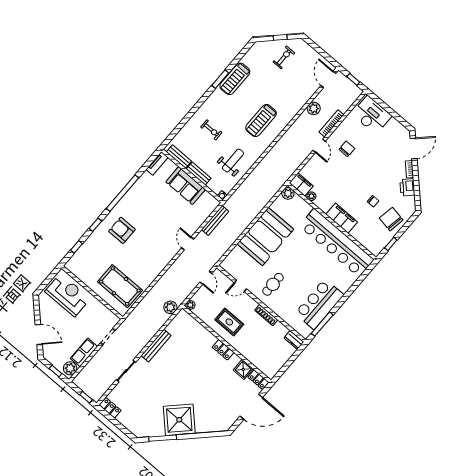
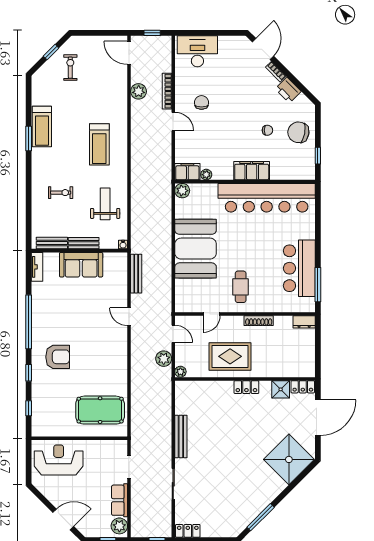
armchair: (122, 230) -> (58, 357), turned 180
plant: (170, 307) -> (164, 359), moved
rug: (229, 322) -> (230, 356), width x1.36, depth x1.43
shower: (179, 420) -> (289, 459), moved

